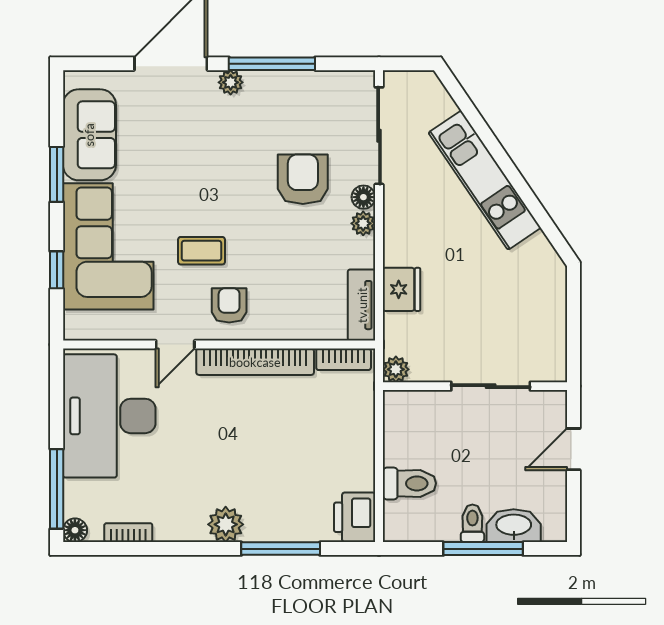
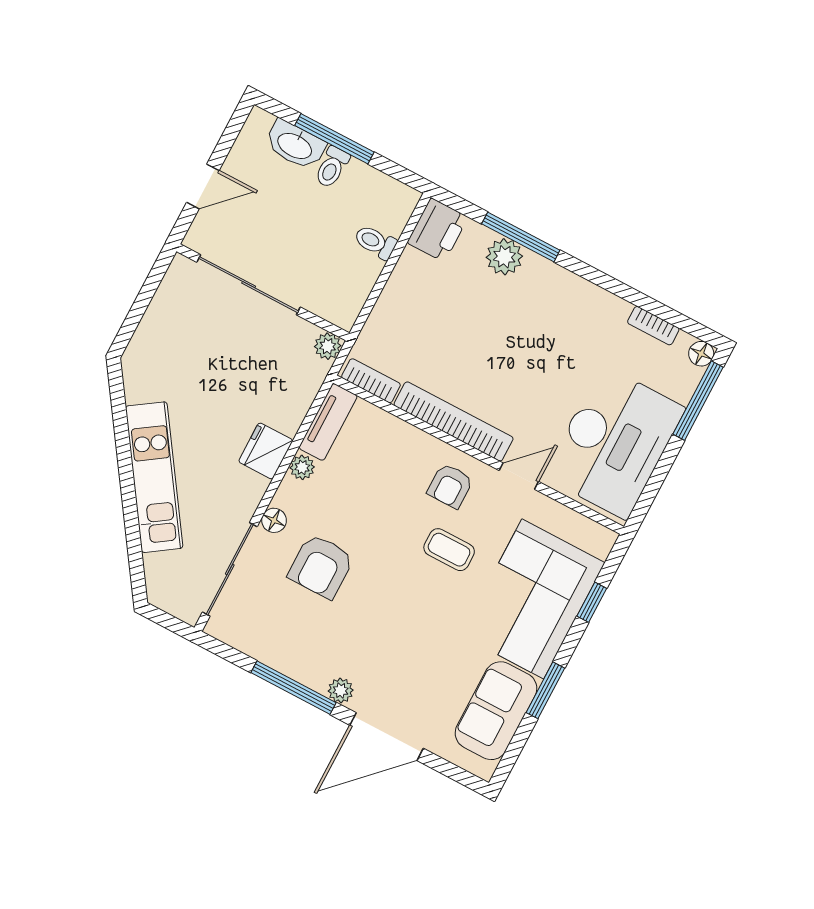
plant: (363, 223) -> (302, 467), moved
fridge: (402, 289) -> (266, 451), moved
sliding door: (491, 386) -> (249, 285), width x1.37
toilet: (409, 483) -> (375, 242), width x0.73, depth x0.72
plant: (226, 524) -> (504, 257), moved

